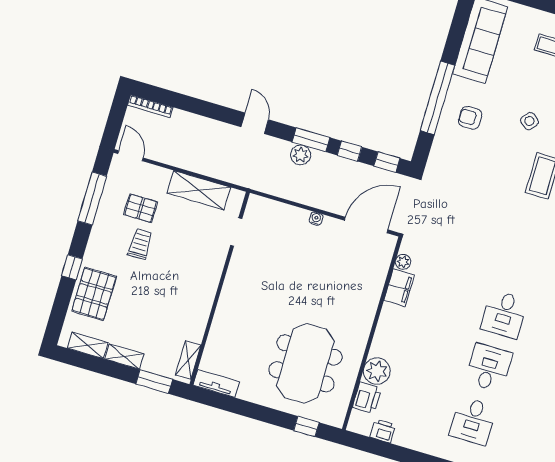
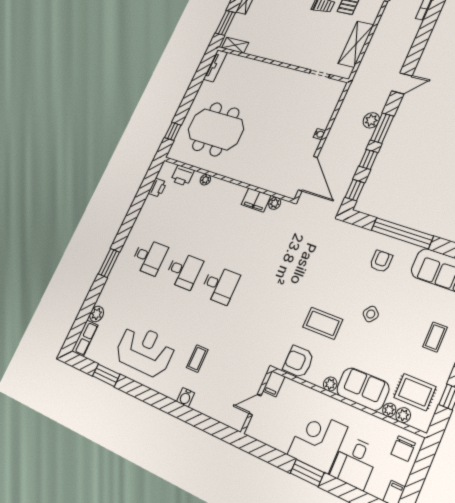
desk: (504, 314) -> (220, 285), turned 180
plant: (377, 371) -> (205, 180), width x0.53, depth x0.53
desk: (473, 421) -> (149, 257), turned 180

